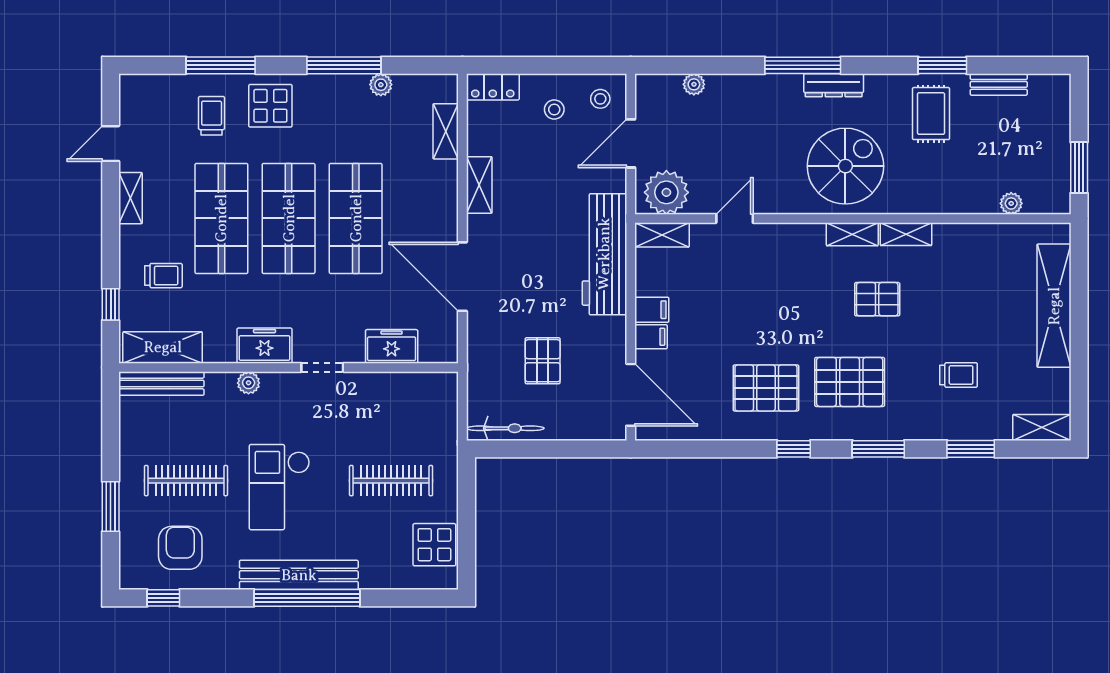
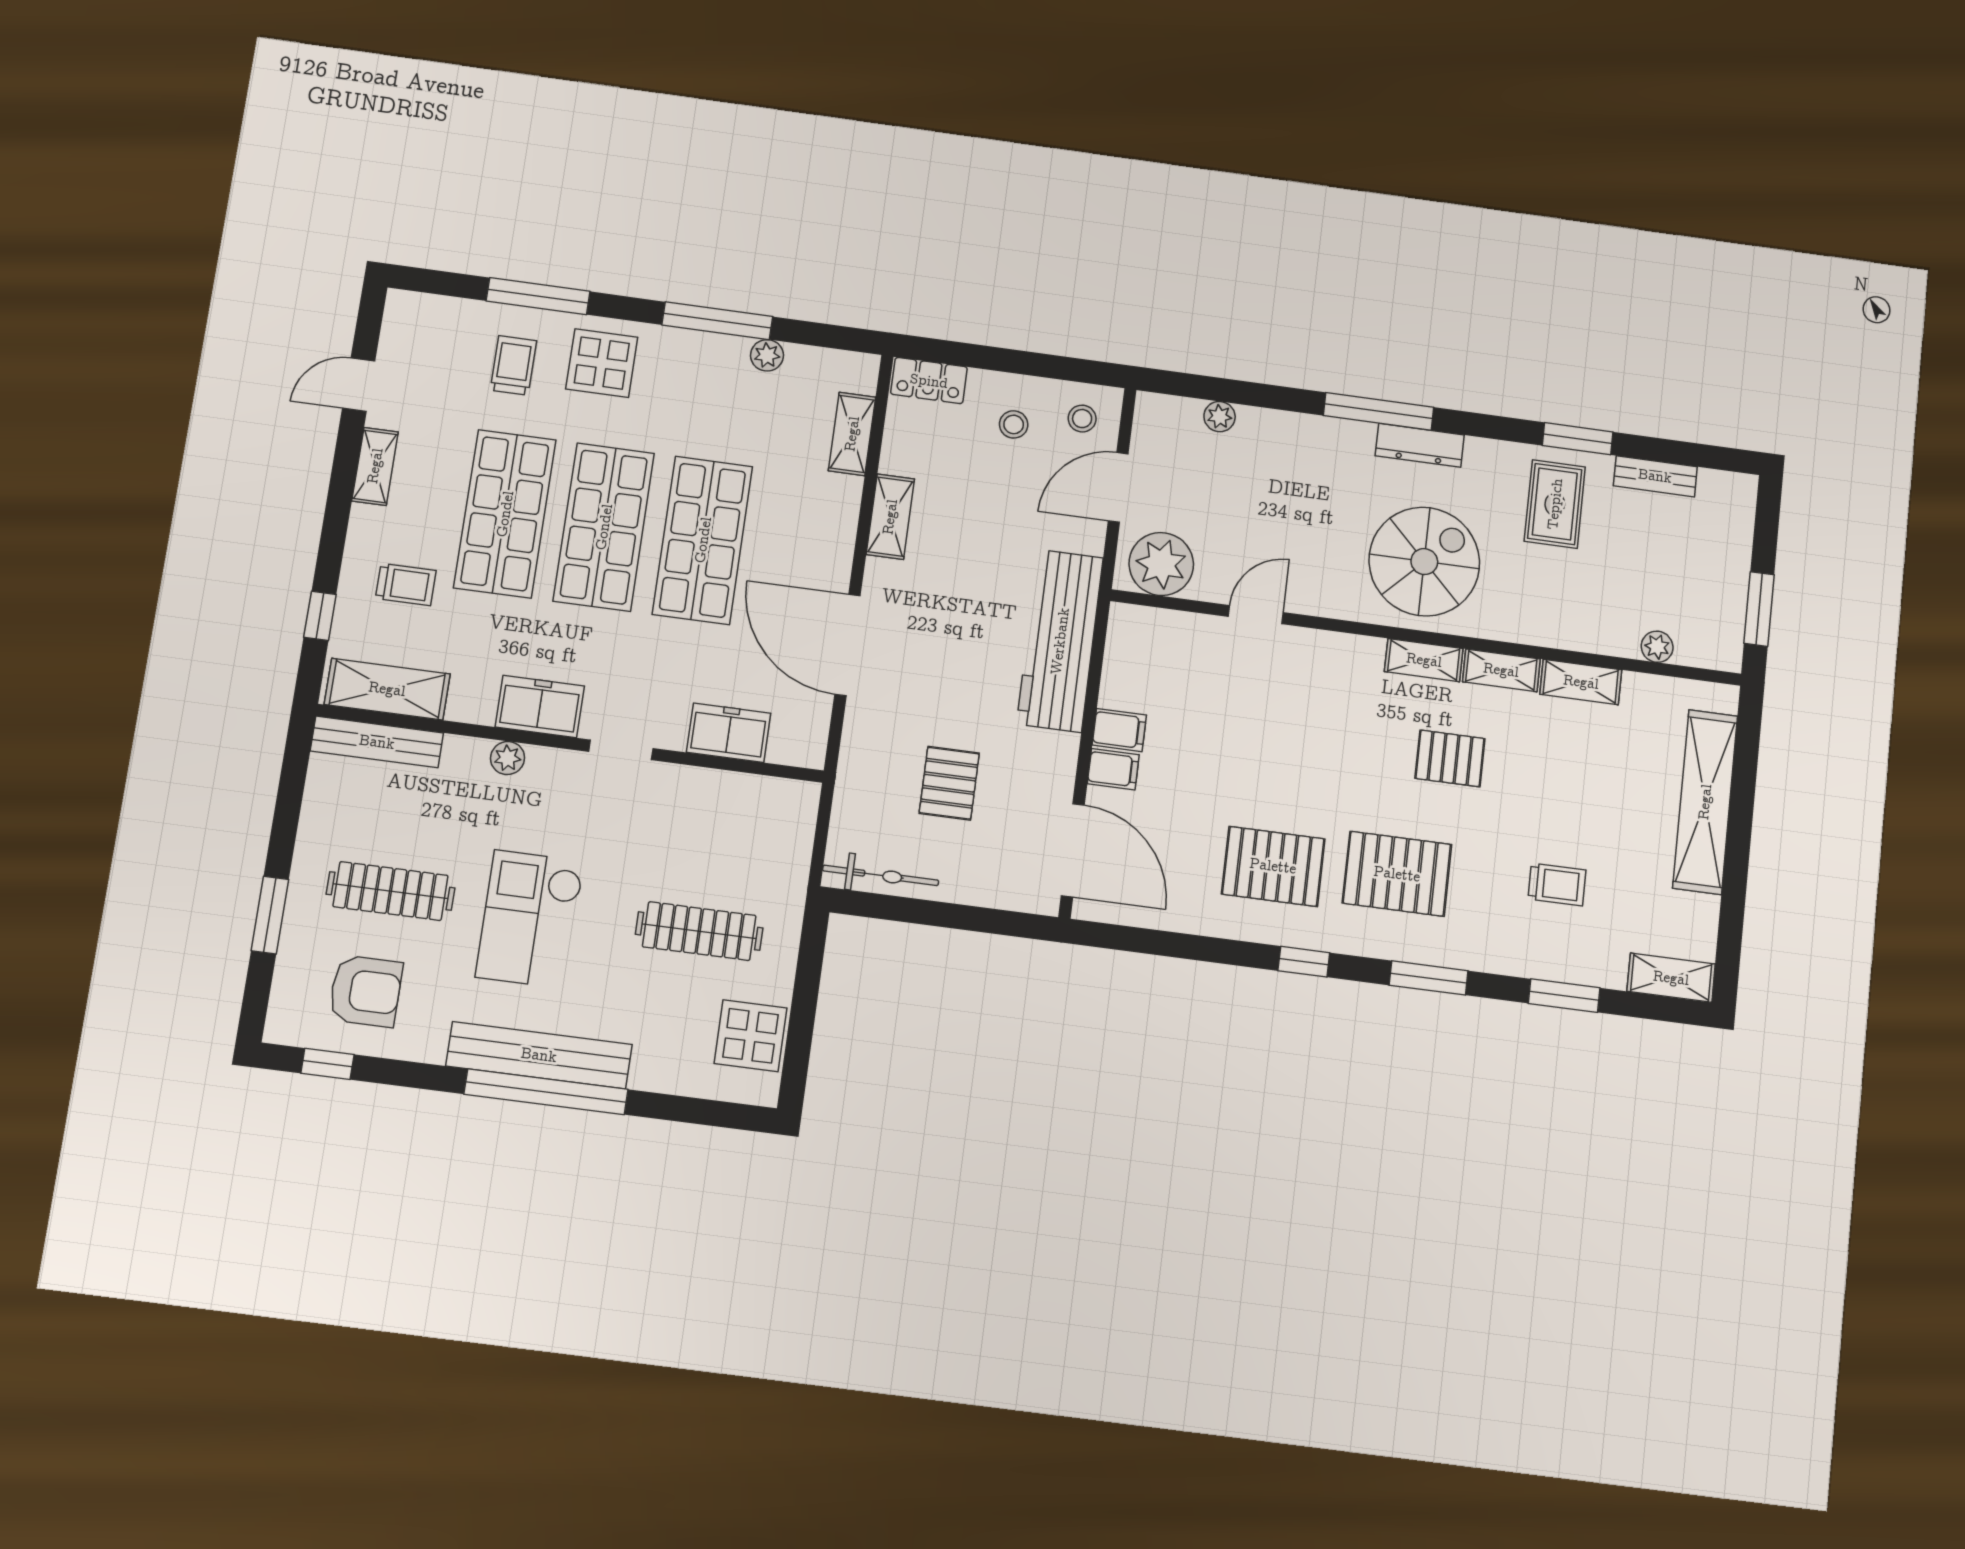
shelving: (662, 235) -> (1581, 682), moved
armchair: (180, 548) -> (365, 991), turned 90

